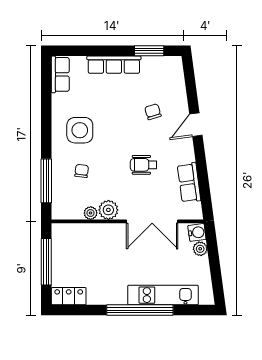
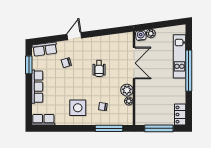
door: (196, 125) -> (74, 36), swing flipped
row of seats: (189, 183) -> (45, 49), moved

